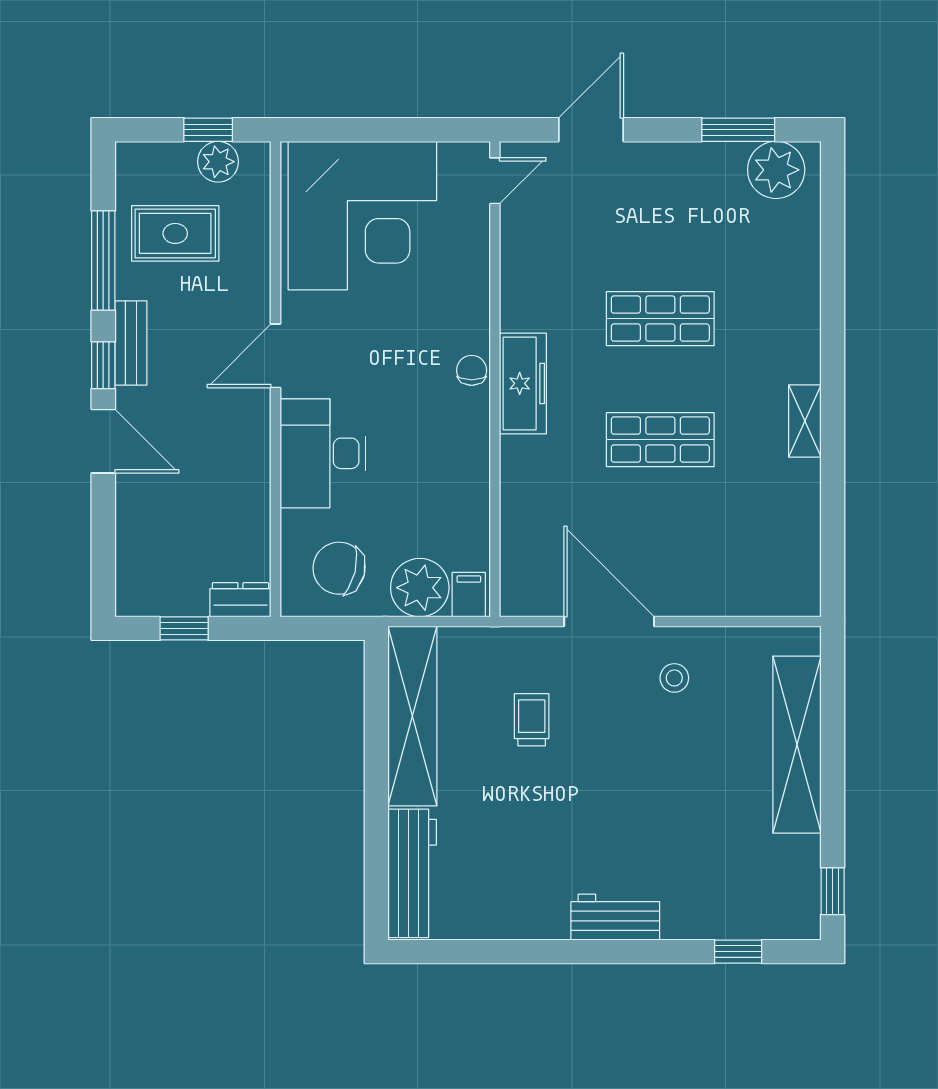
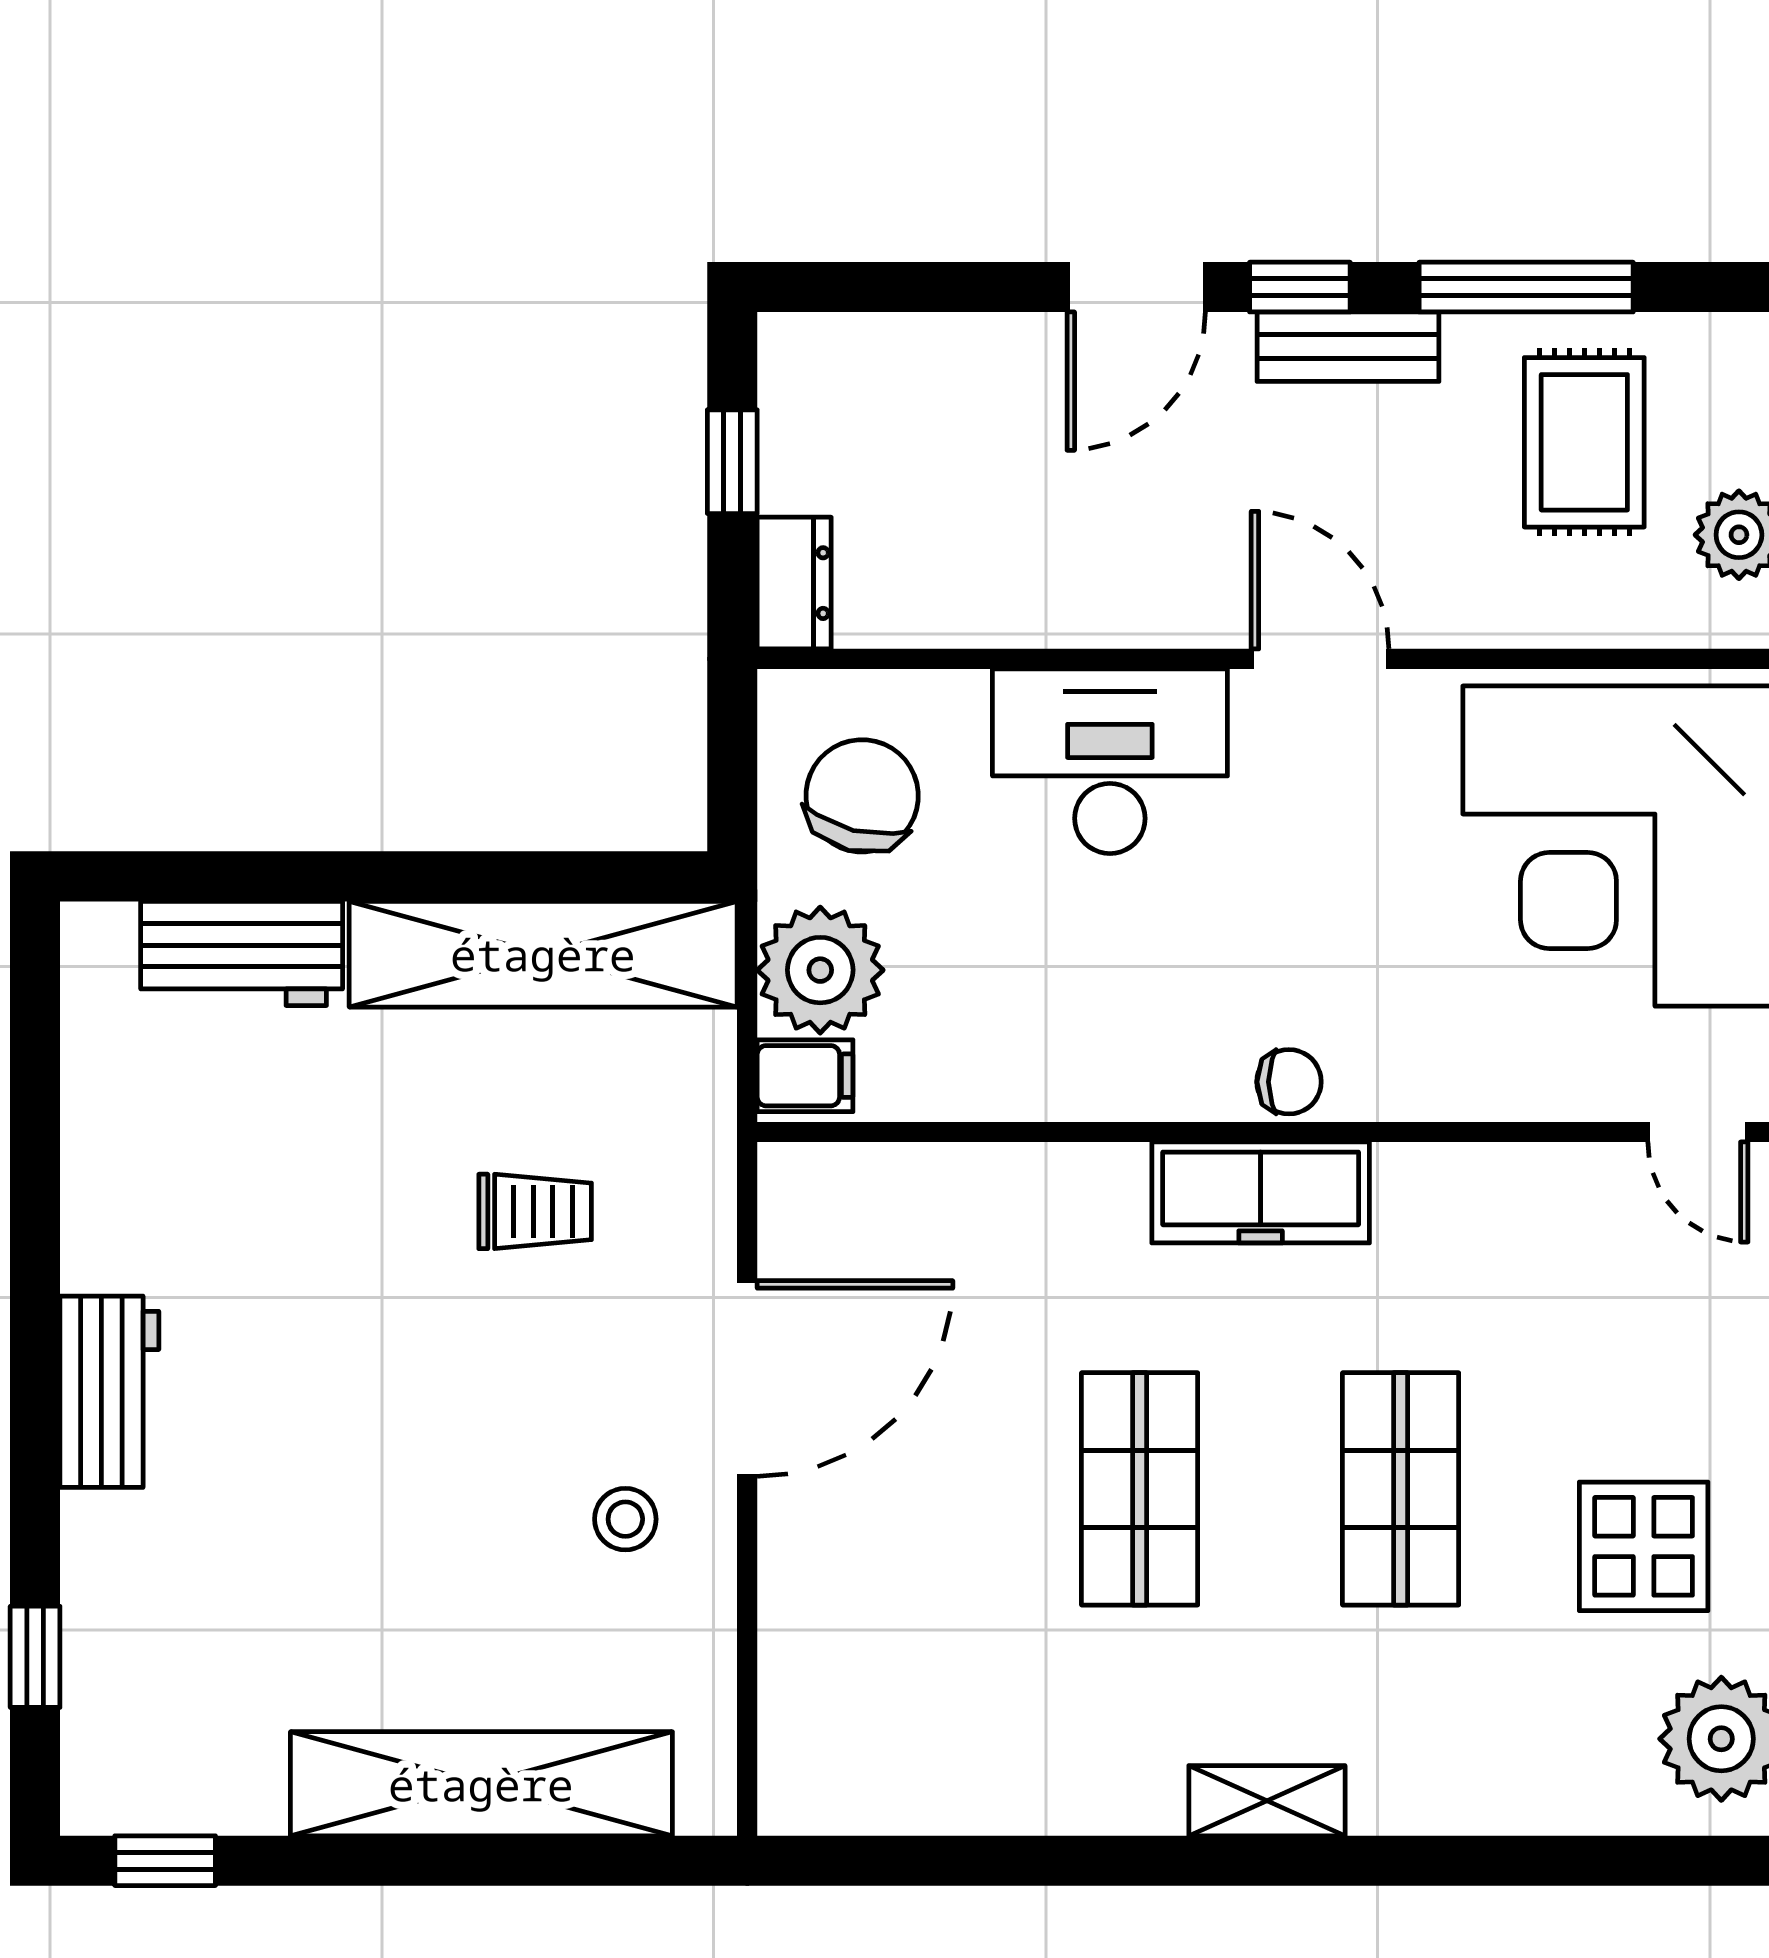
display table: (687, 206) -> (1644, 1546), added
shelving: (805, 421) -> (1267, 1801), moved
workbench: (412, 873) -> (242, 953), width x0.73

